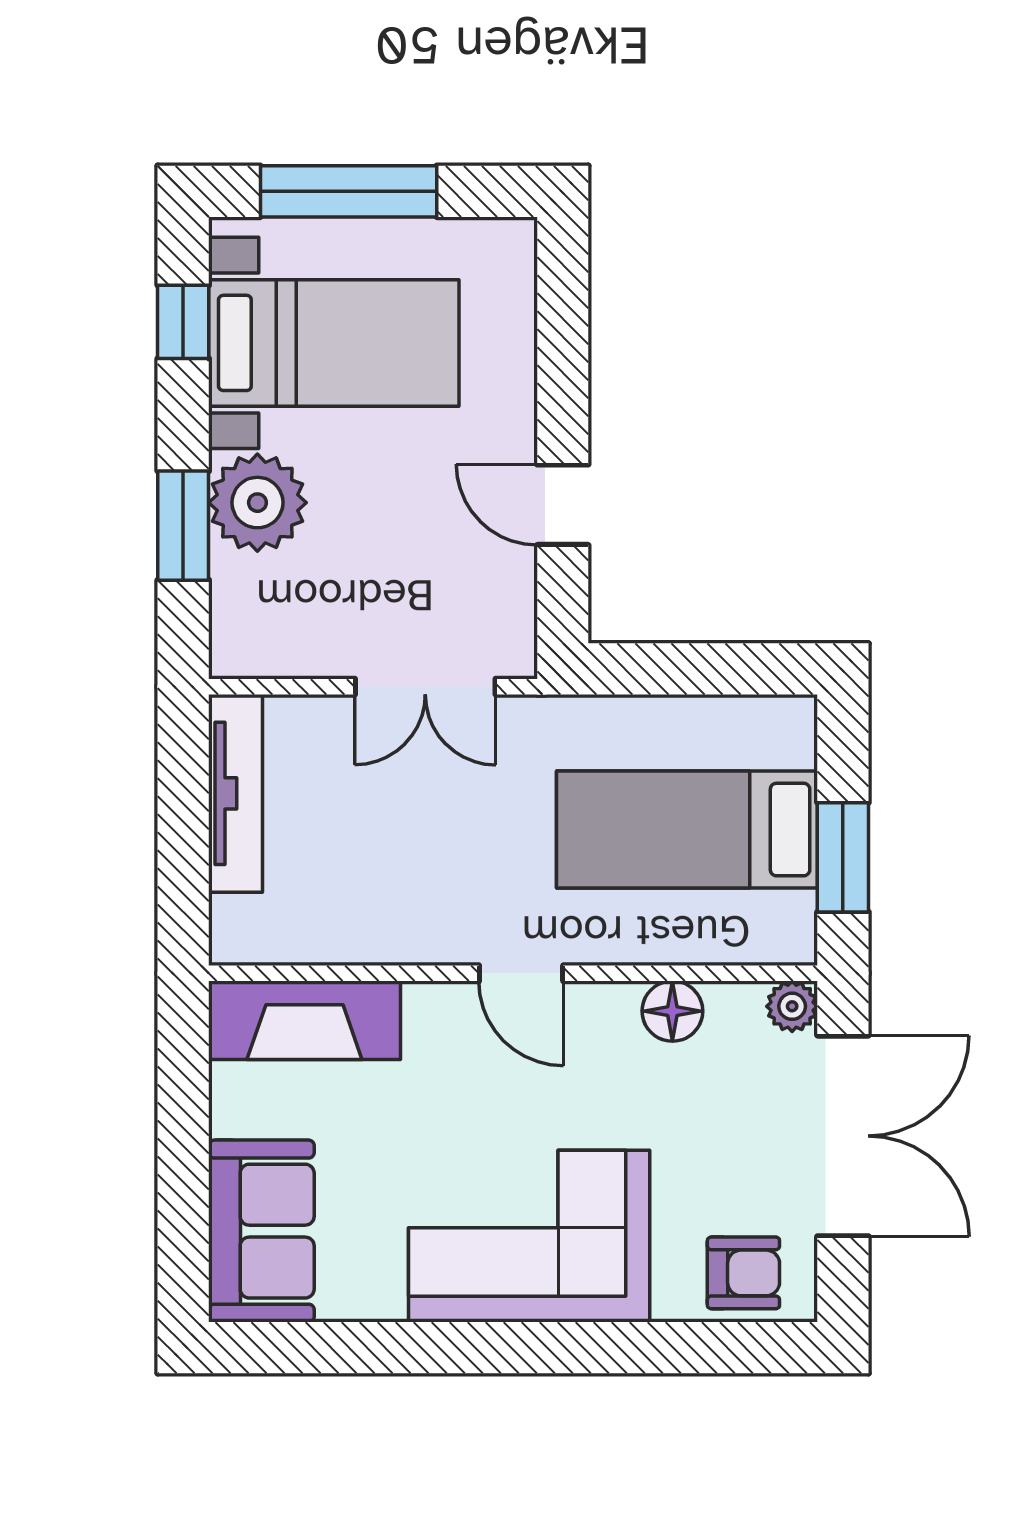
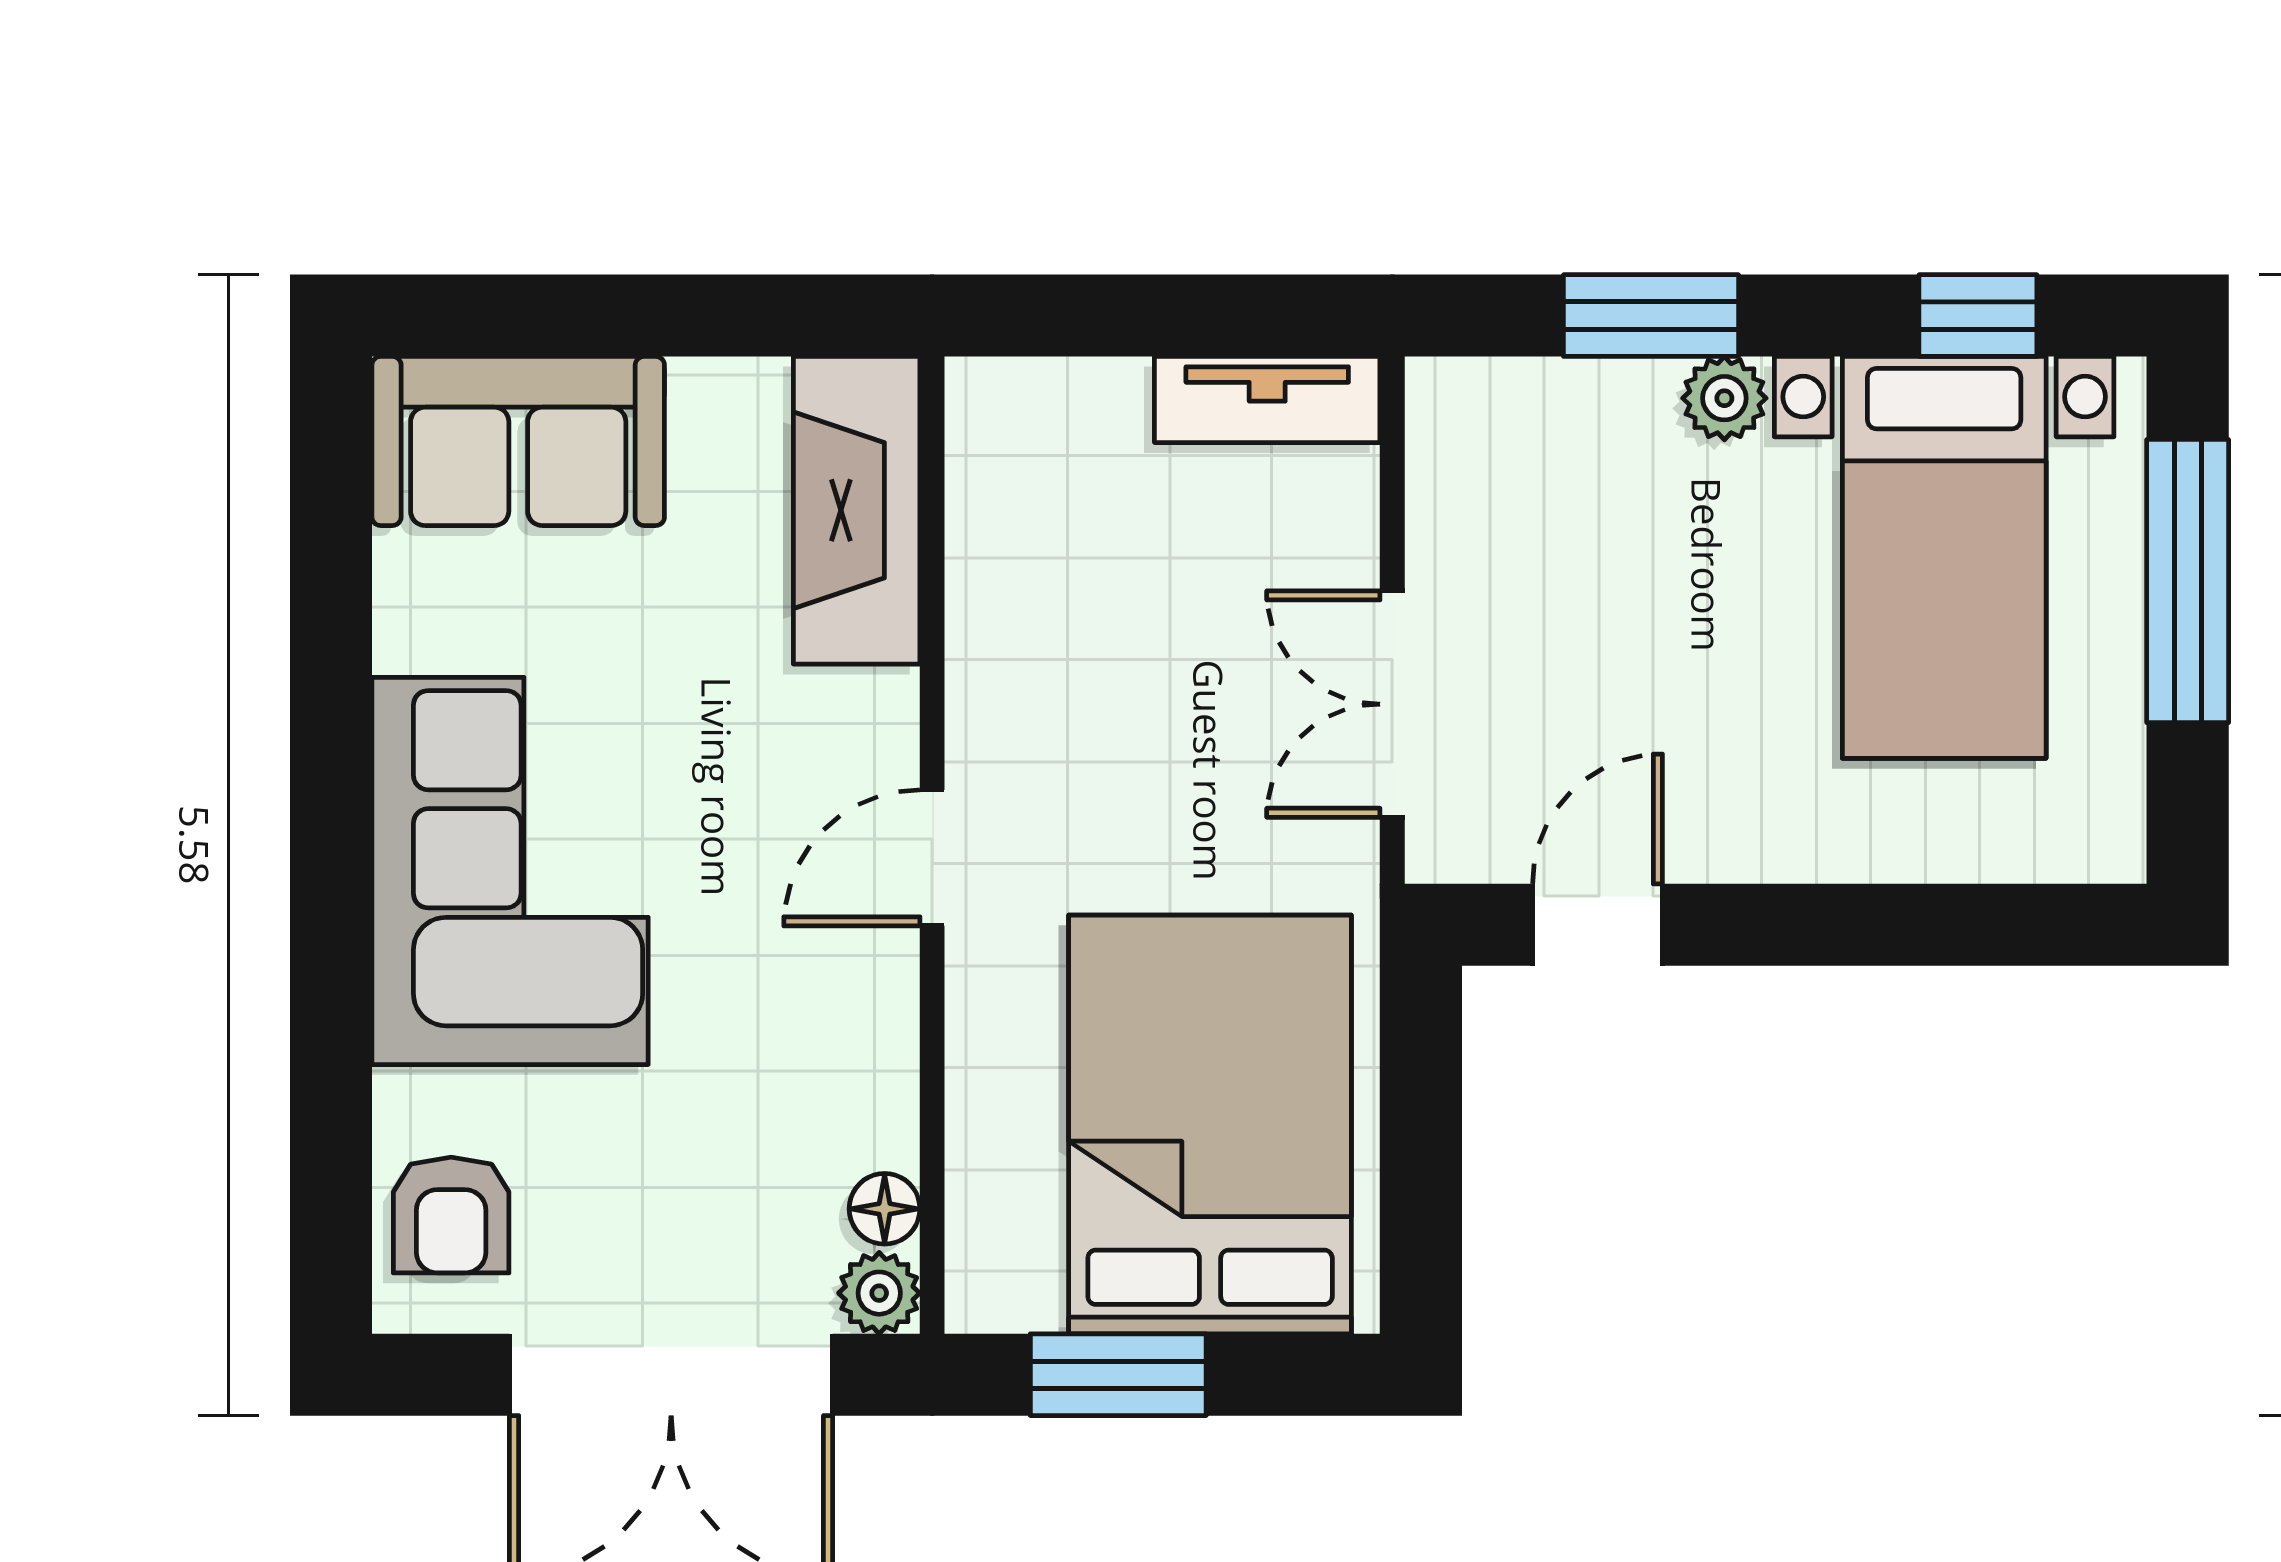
plant: (257, 503) -> (1724, 398), width x0.53, depth x0.53
door: (563, 505) -> (1597, 925), moved
tv unit: (235, 793) -> (1267, 399), width x0.71
bed: (687, 830) -> (1210, 1124), width x1.50
floor lamp: (672, 1011) -> (885, 1209), moved, width x0.73, depth x0.73

